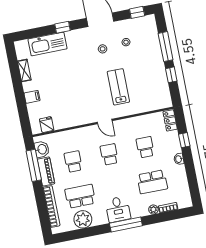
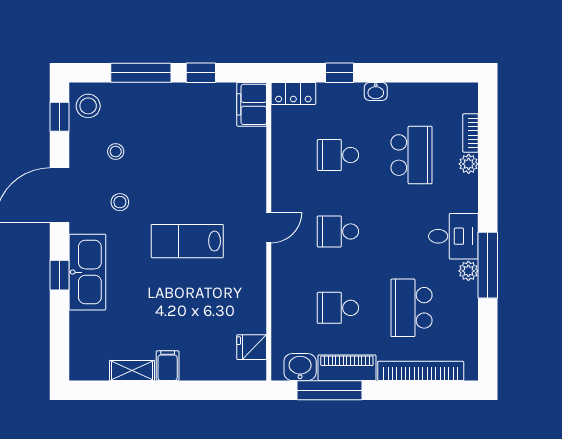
stool: (145, 25) -> (88, 106), added
kitchen sink: (48, 44) -> (87, 272), moved
lab bench: (118, 87) -> (187, 241), moved
filing cabinet: (32, 97) -> (168, 366), moved
filing cabinet: (161, 102) -> (252, 104), added
plant: (83, 219) -> (468, 271), moved, width x0.53, depth x0.53
window: (126, 224) -> (488, 265), moved

